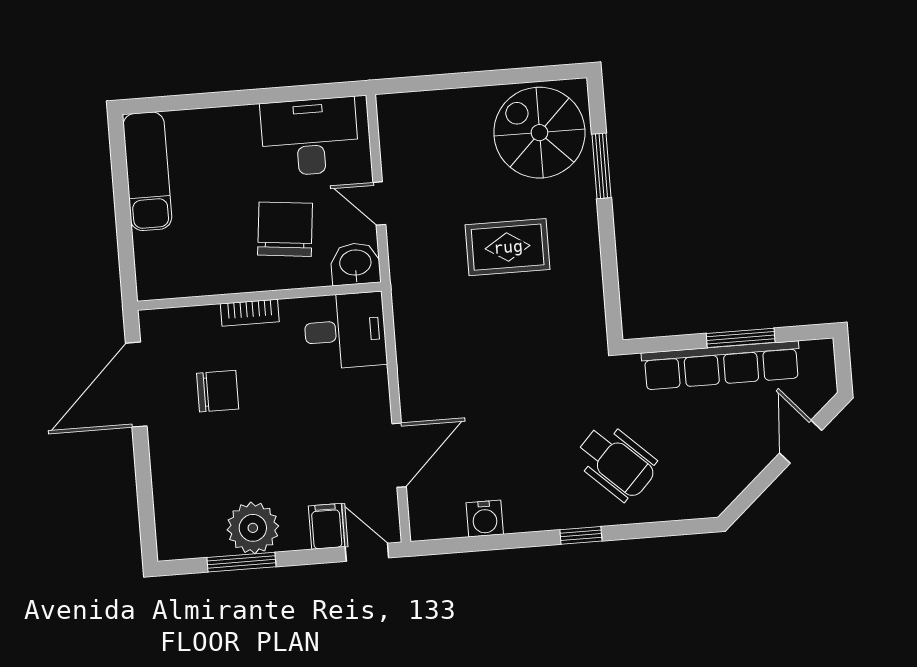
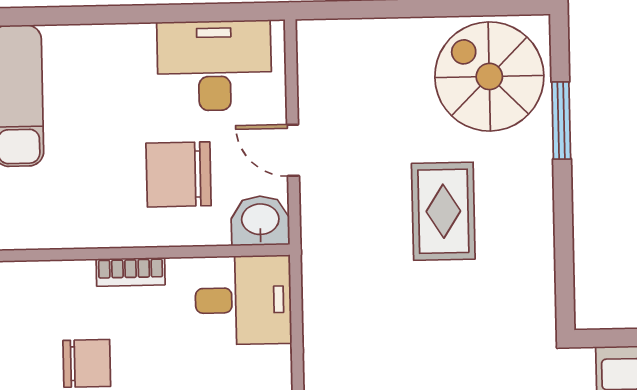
chair: (285, 229) -> (179, 174), turned -96
rug: (508, 247) -> (443, 211), turned 90

